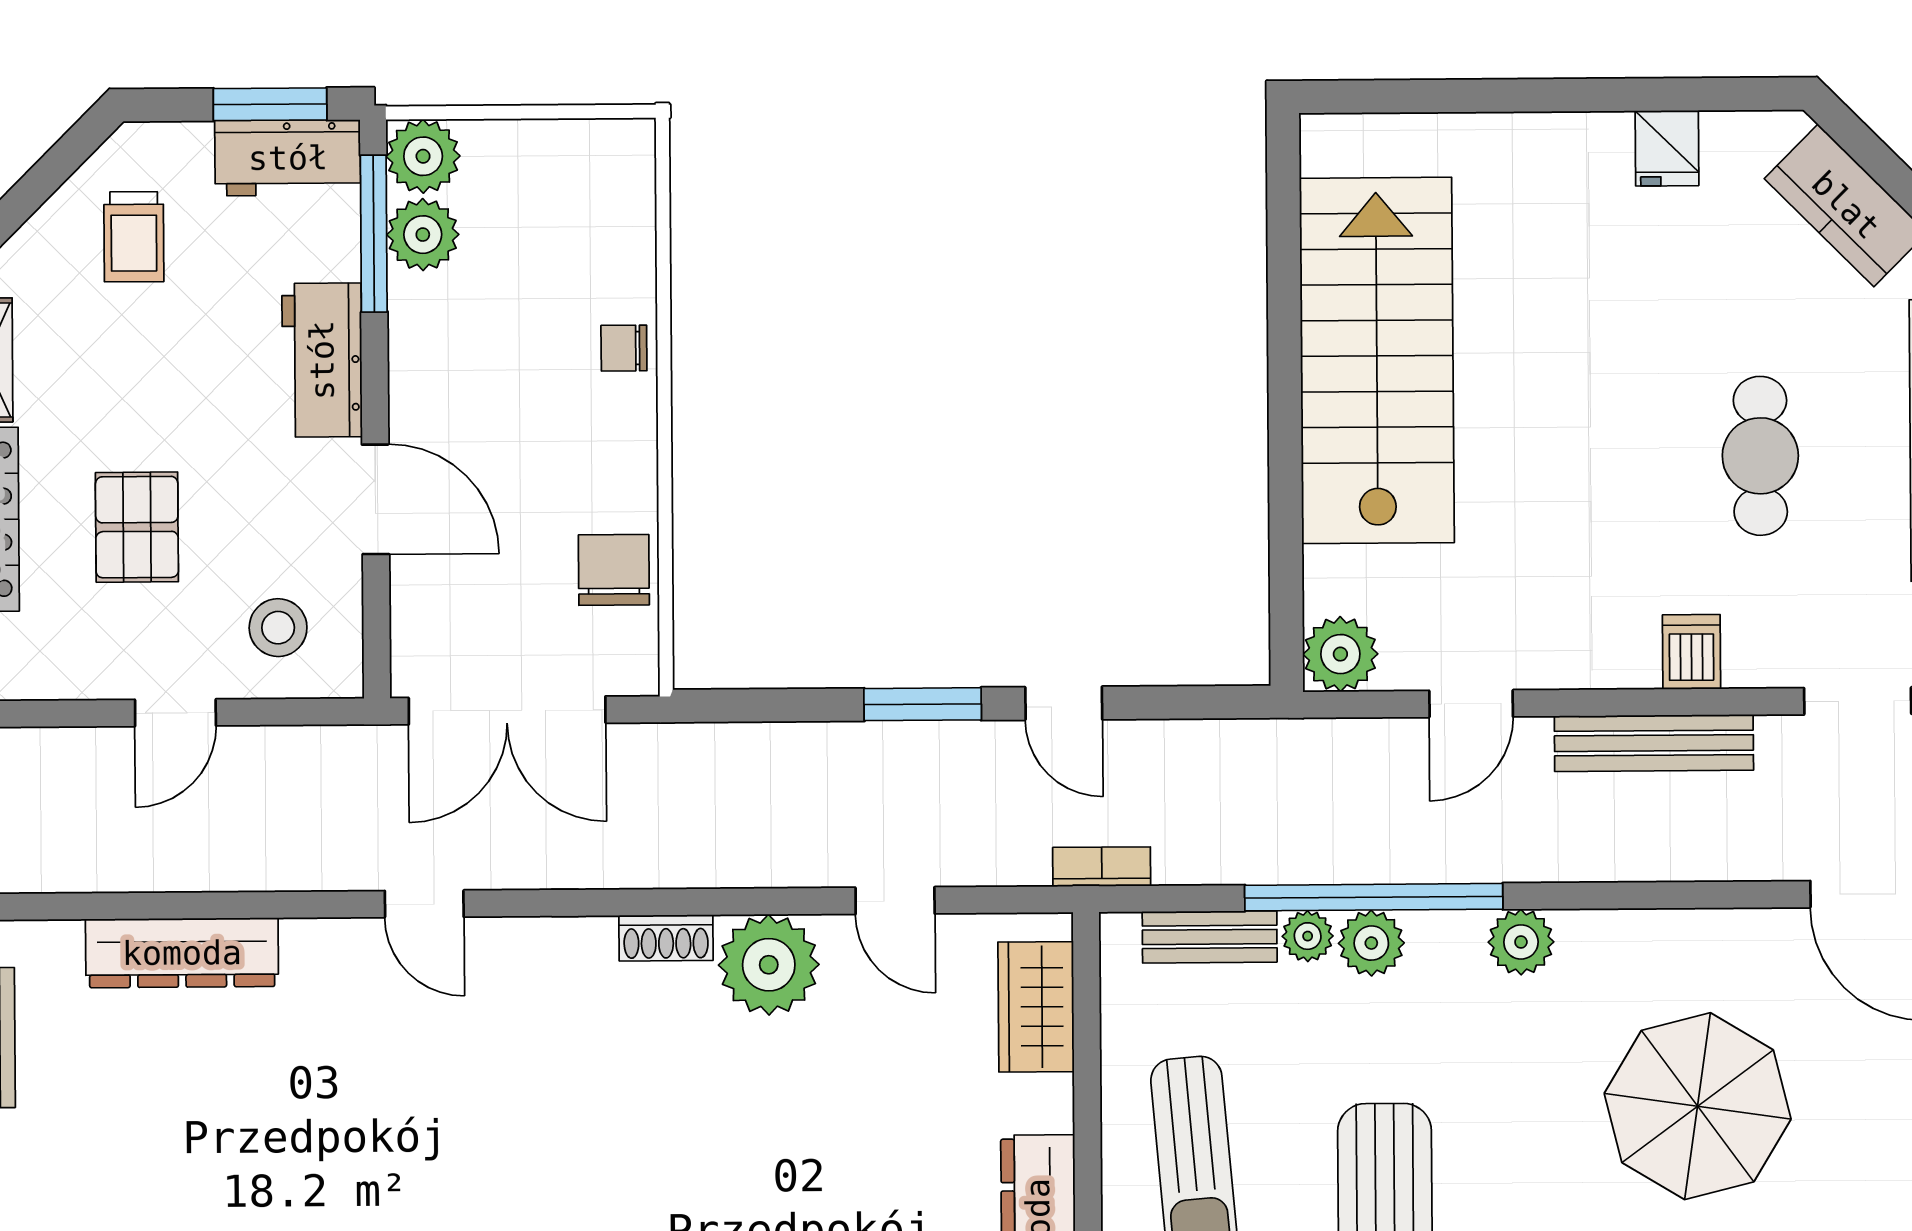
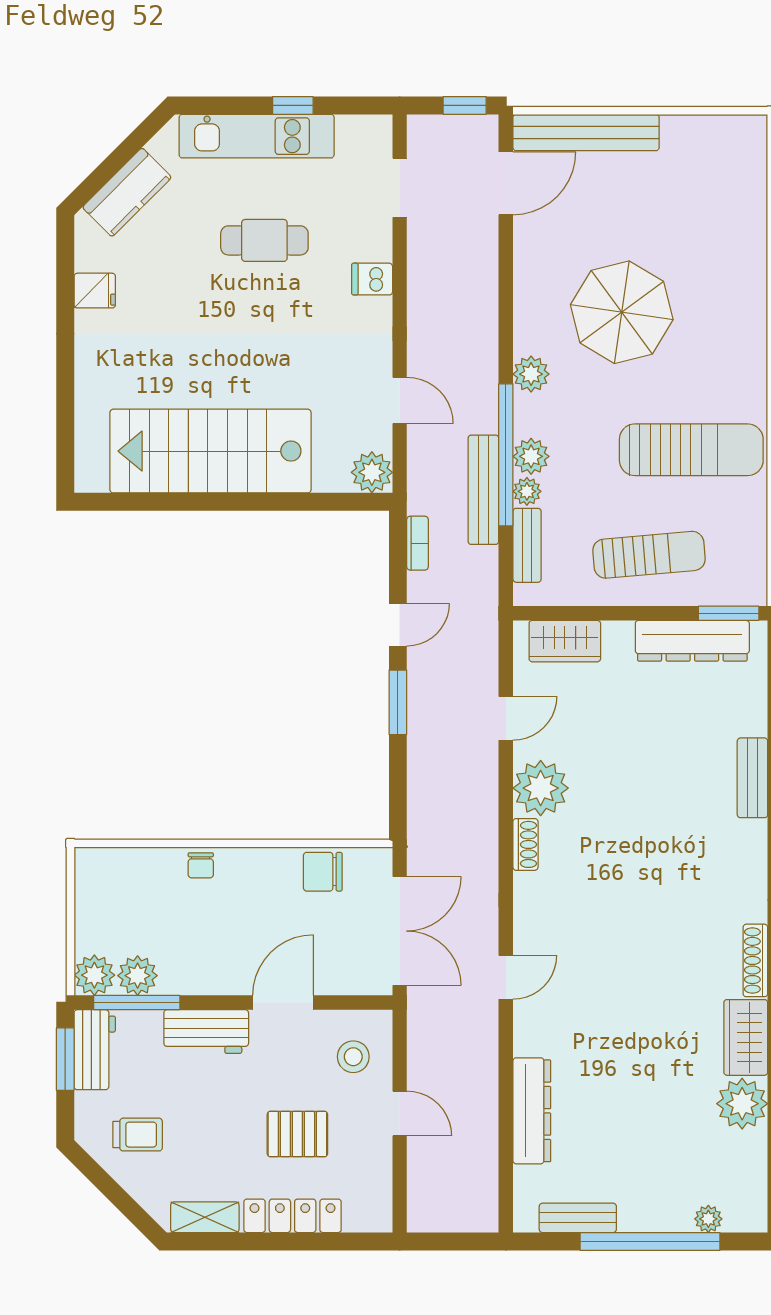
bench: (1654, 743) -> (483, 490), moved
bookcase: (1102, 867) -> (417, 543), moved, turned 180
parasol: (1698, 1106) -> (622, 312), moved

